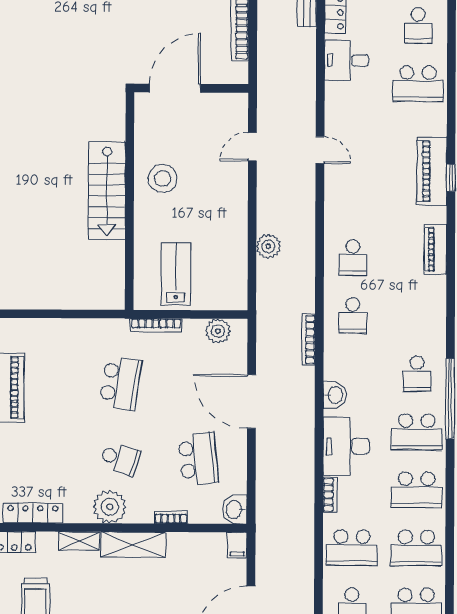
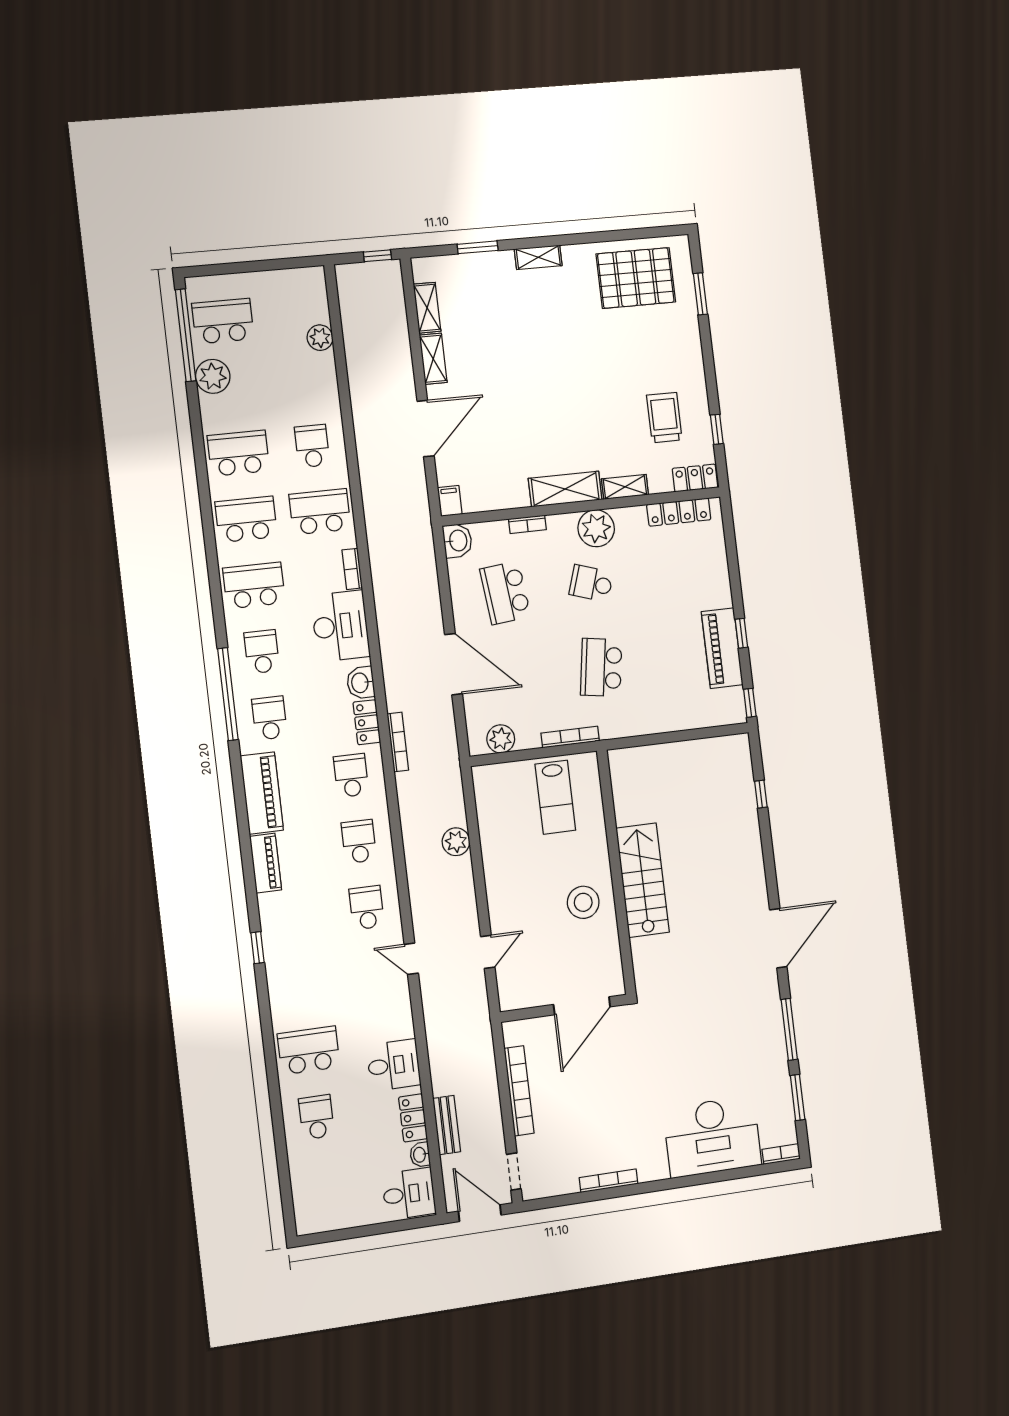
piano: (432, 171) -> (262, 793), moved
school desk: (353, 199) -> (367, 908), added
locker: (334, 360) -> (367, 722), added
school desk: (417, 432) -> (262, 652), width x0.54

